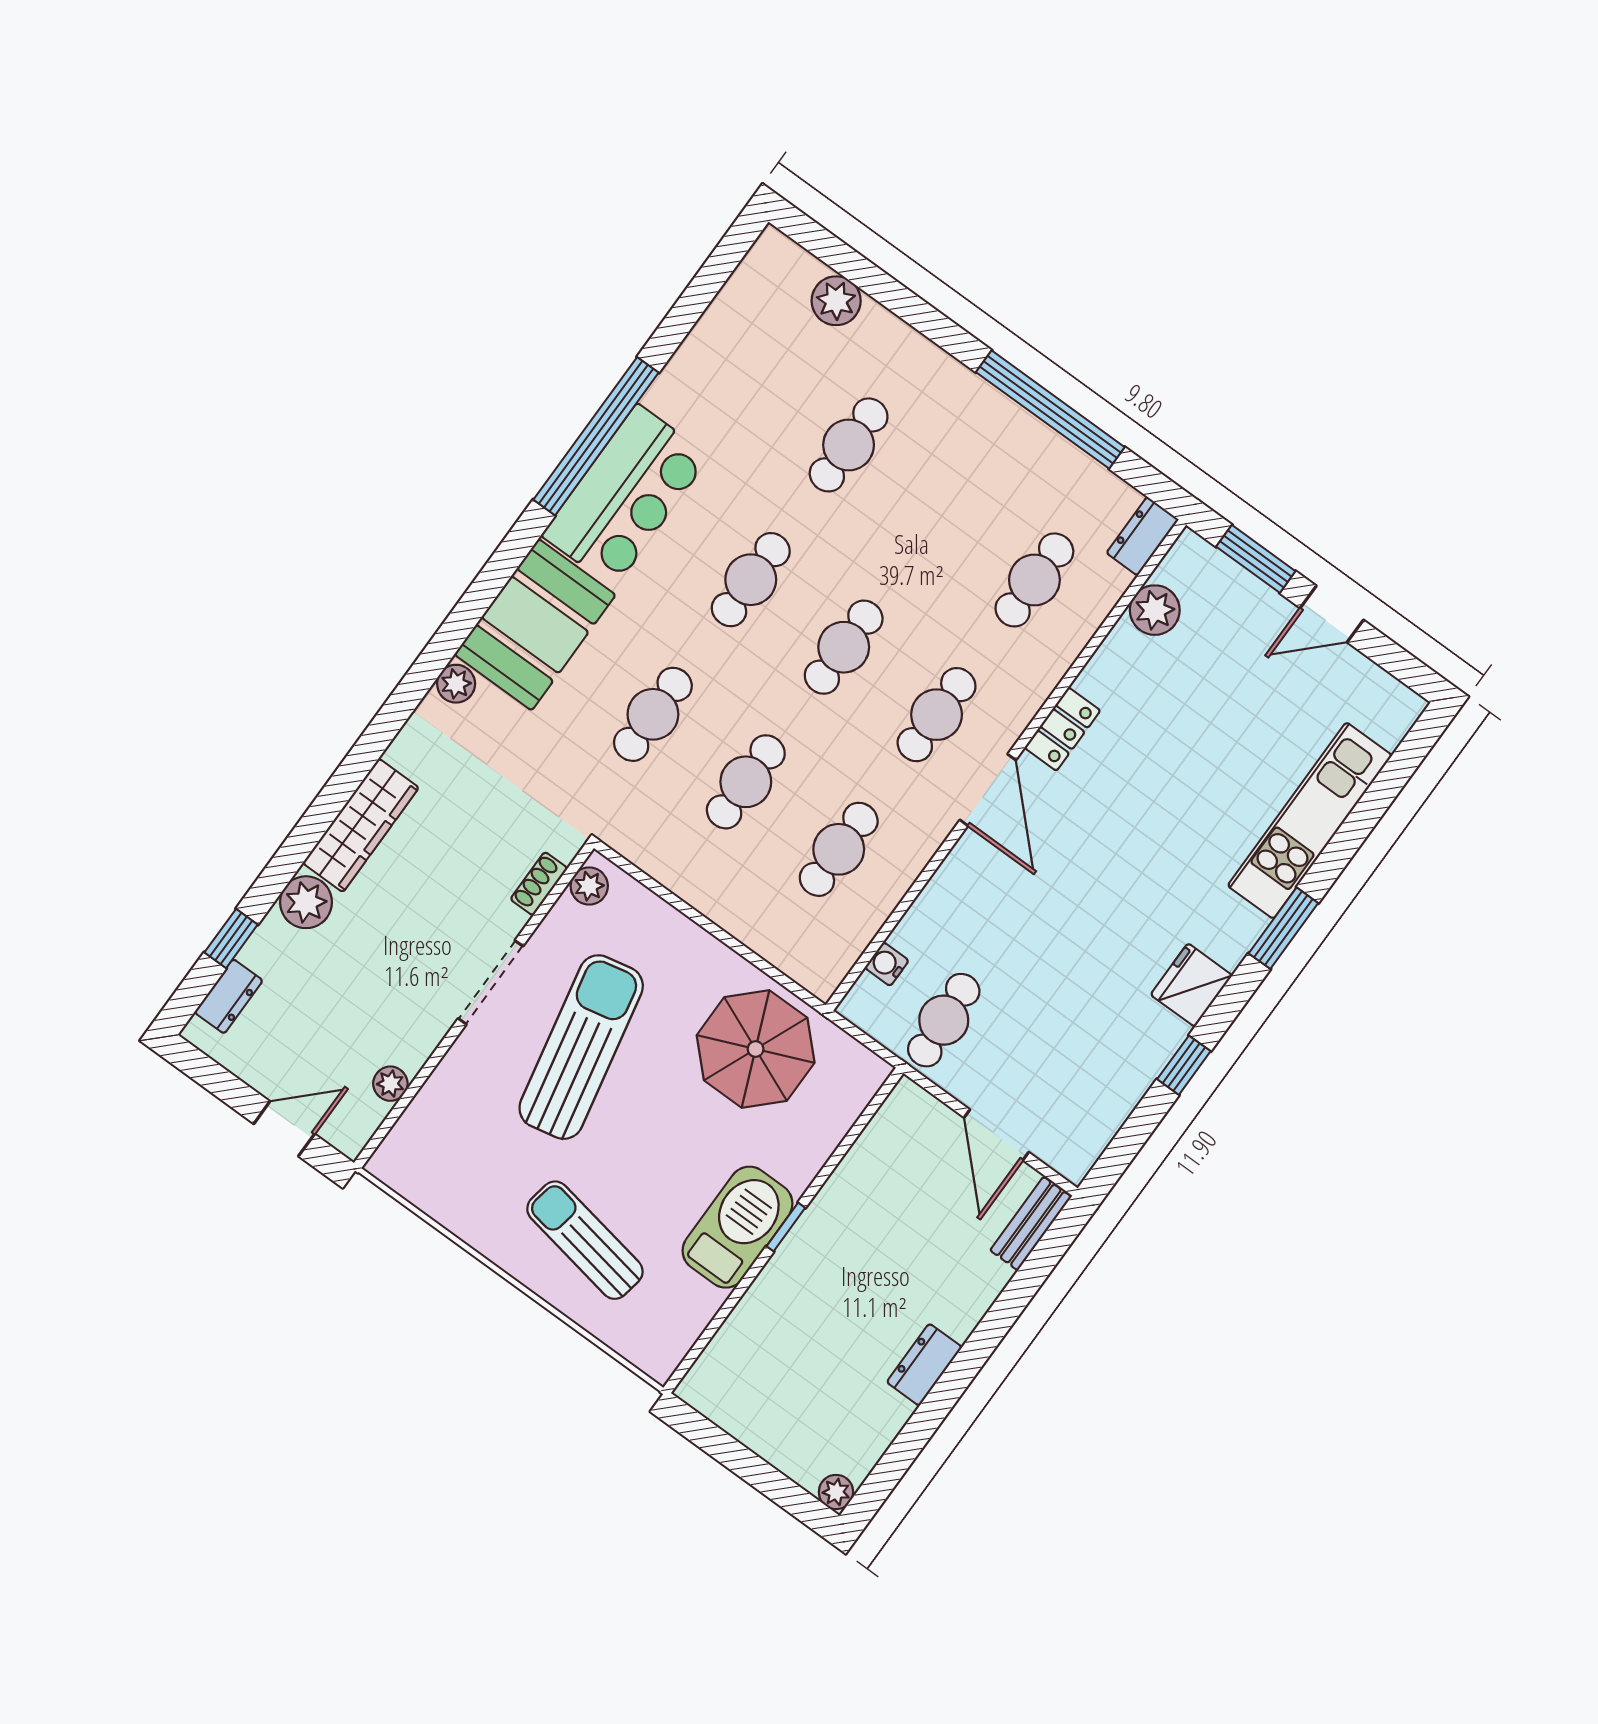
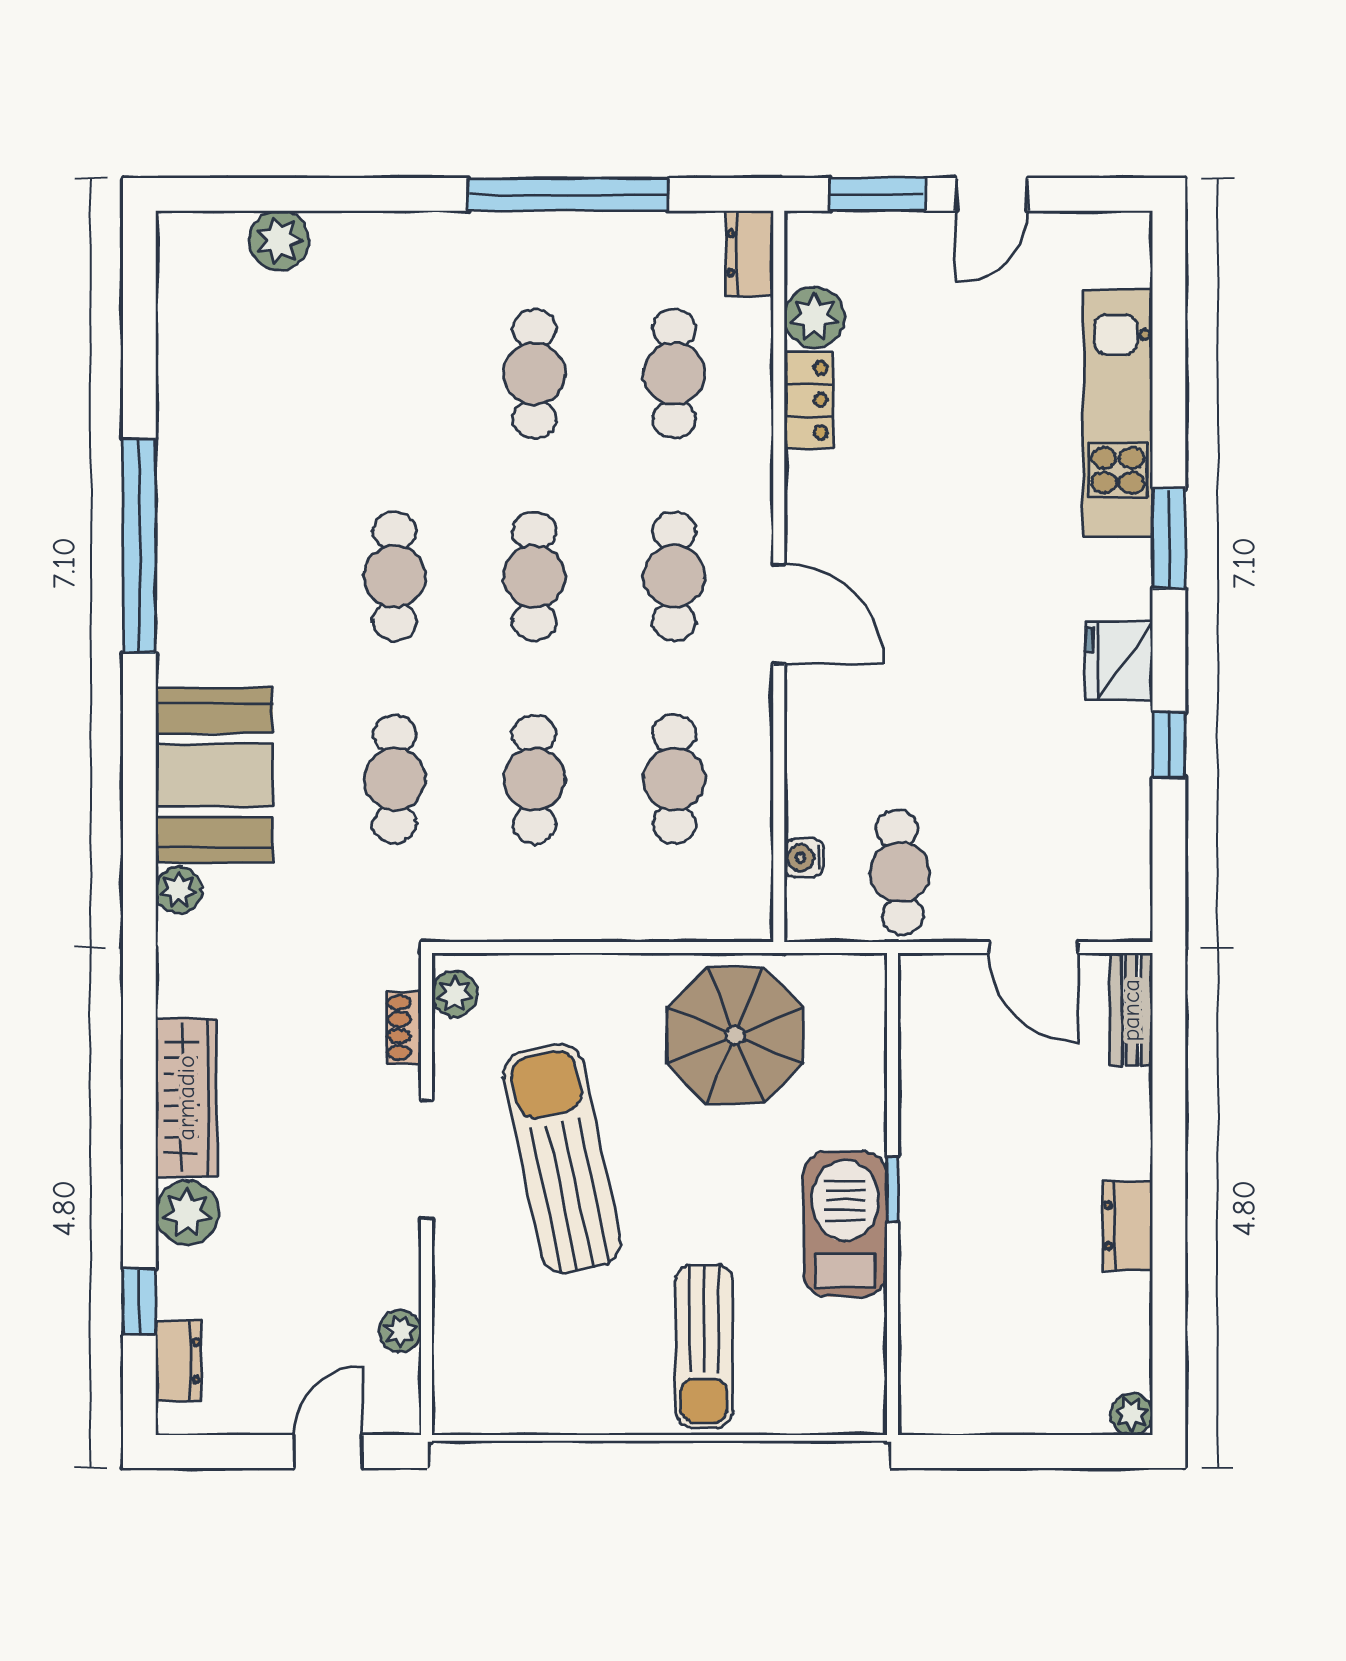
cafe table: (849, 445) -> (534, 374), moved
bar counter: (626, 496) -> (211, 583), removed
locker: (1062, 729) -> (809, 400), moved
sun lounger: (585, 1240) -> (704, 1346), turned -100

